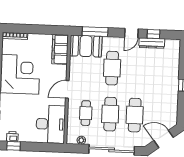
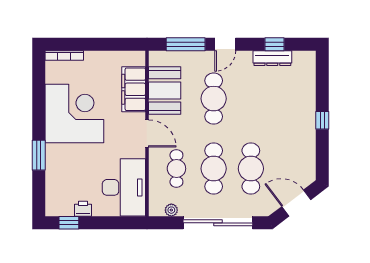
door: (131, 33) -> (225, 44), moved
booth: (86, 46) -> (165, 90), moved, turned 90
filing cabinet: (60, 49) -> (134, 89), moved
door: (67, 89) -> (147, 134), swing flipped
printer: (12, 137) -> (83, 209), moved

